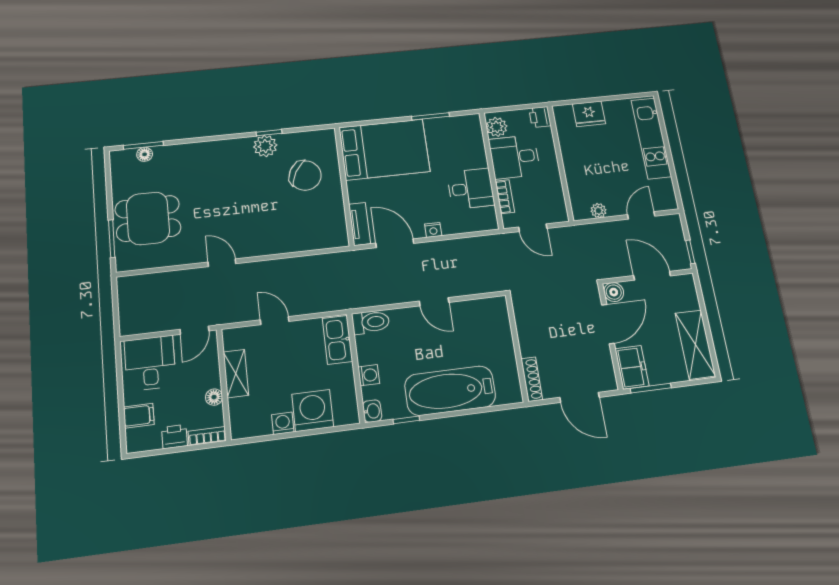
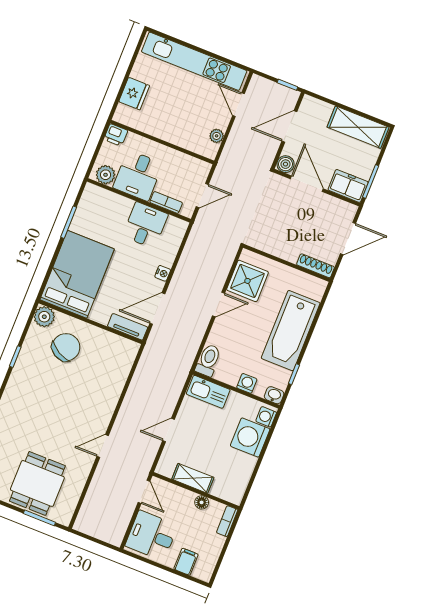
kitchen unit: (651, 138) -> (194, 61), width x1.36
plant: (265, 146) -> (44, 317), moved
shower: (475, 318) -> (247, 281), added
washing machine: (283, 423) -> (266, 417), moved
printer: (175, 437) -> (215, 544), removed

